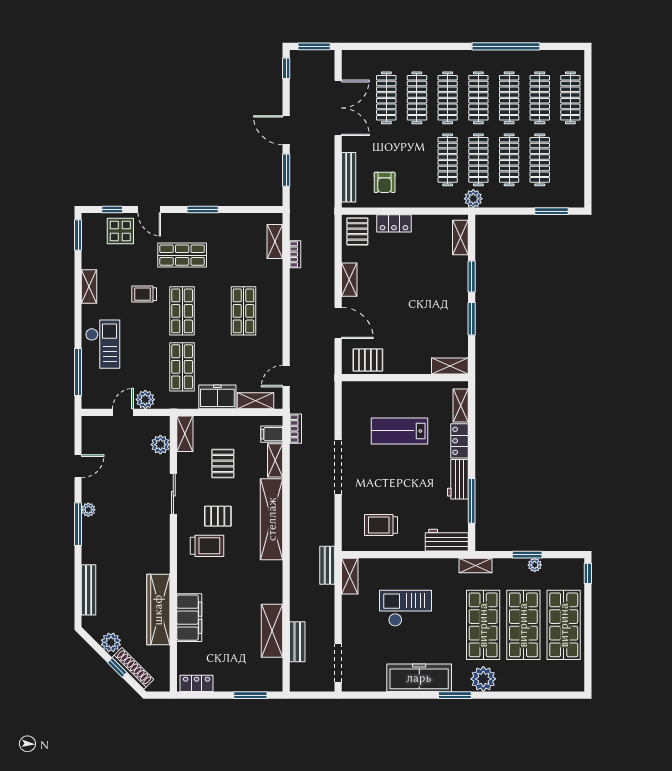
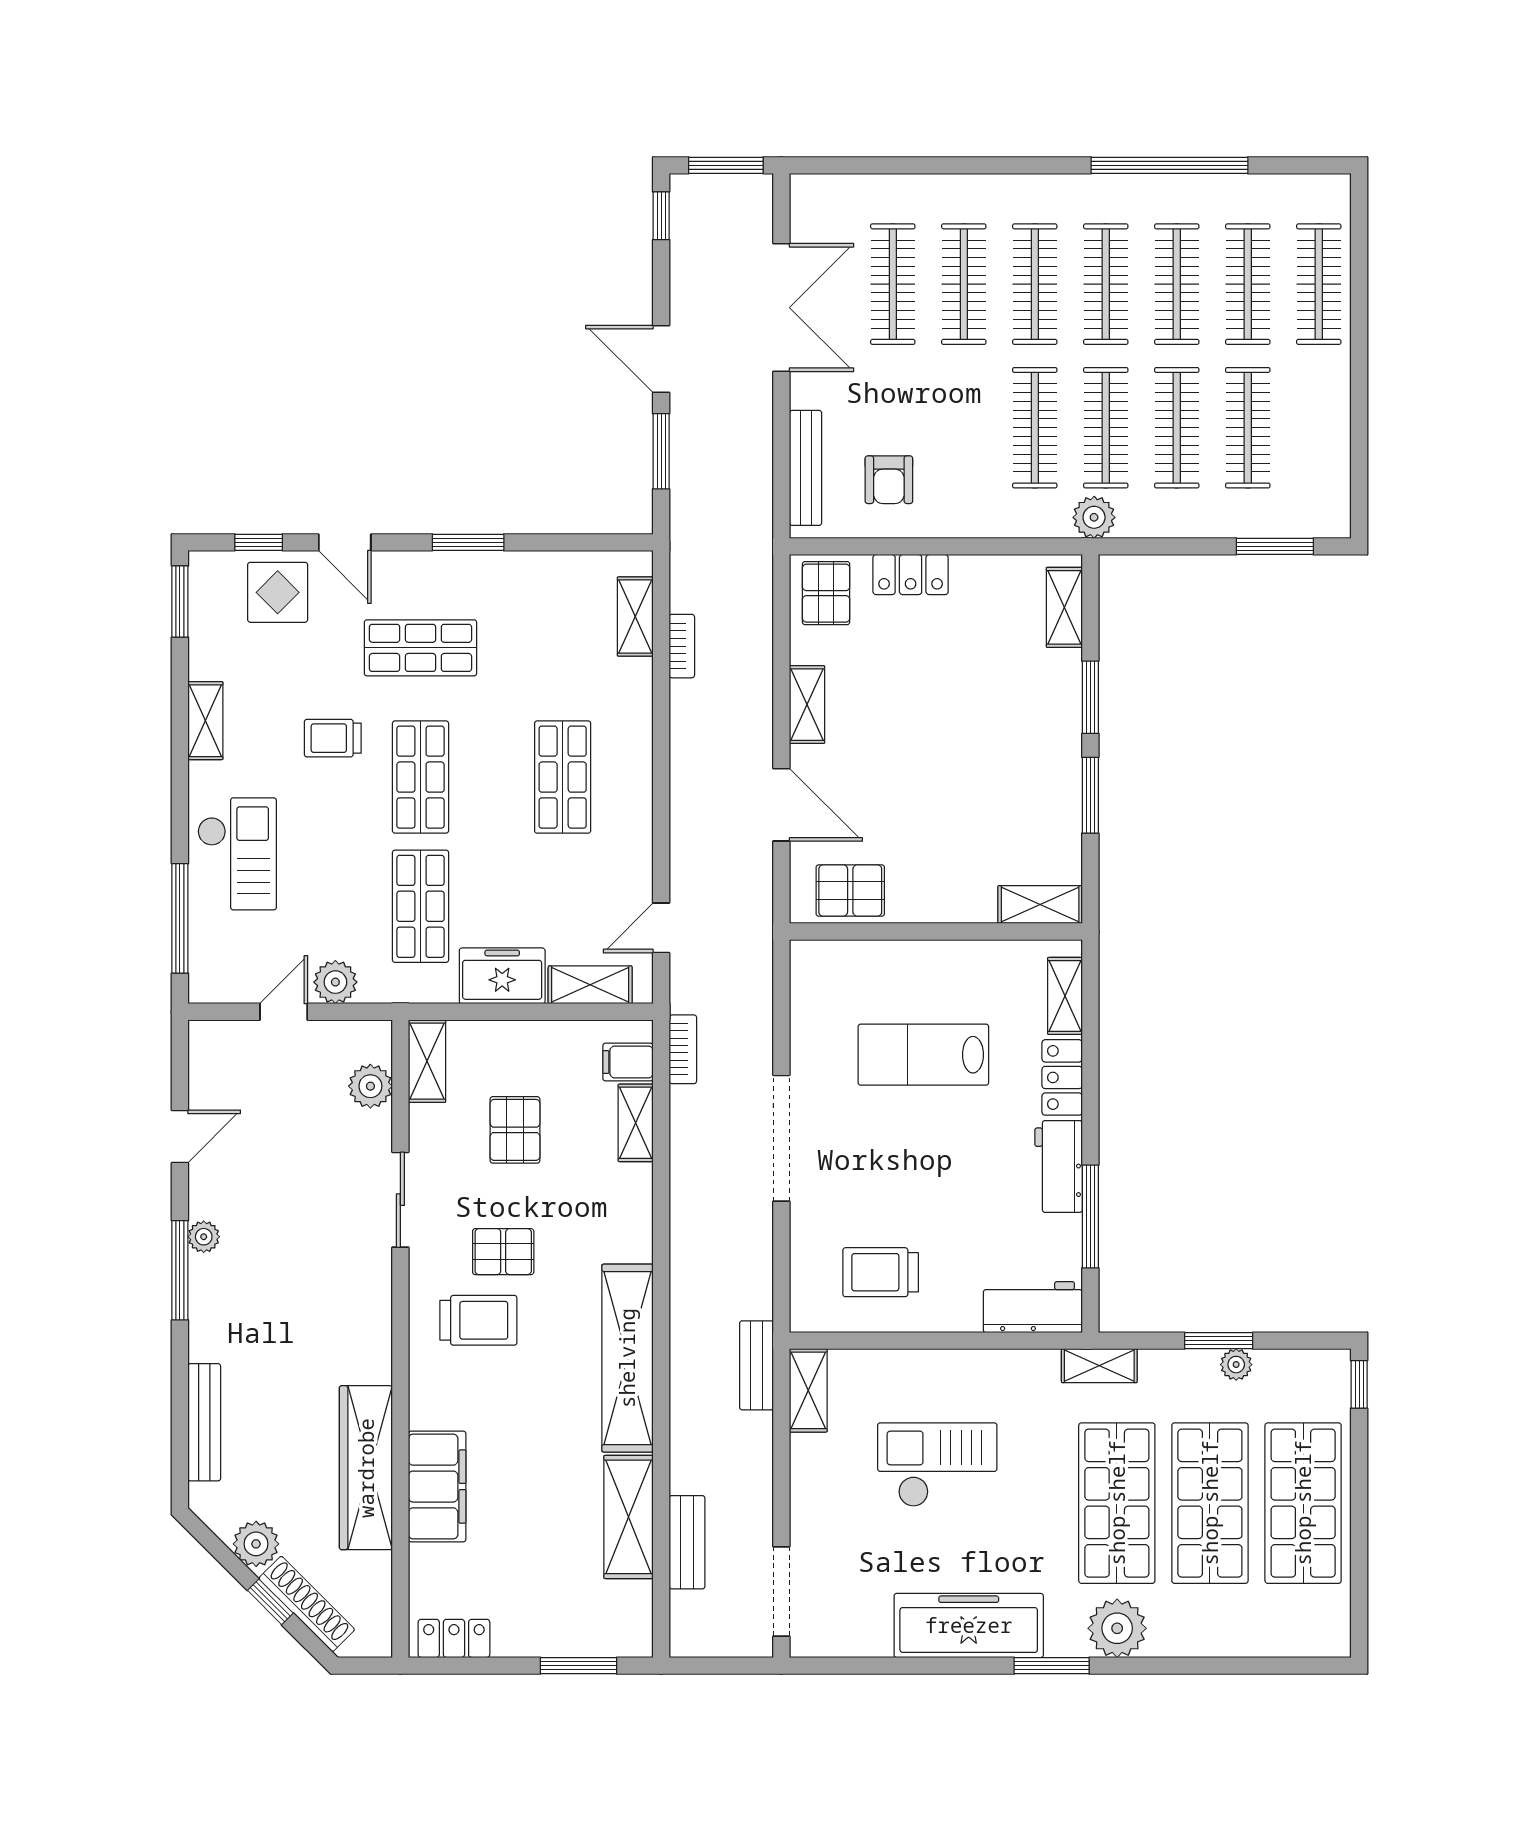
shelving: (272, 519) -> (627, 1358), moved

